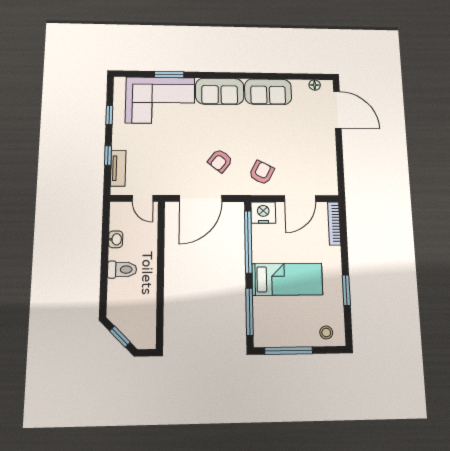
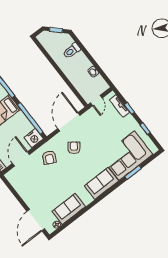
sofa: (268, 92) -> (69, 209), moved
door: (337, 110) -> (36, 220), hinge flipped
door: (143, 198) -> (96, 101), swing flipped
toilet: (122, 270) -> (72, 51), moved

